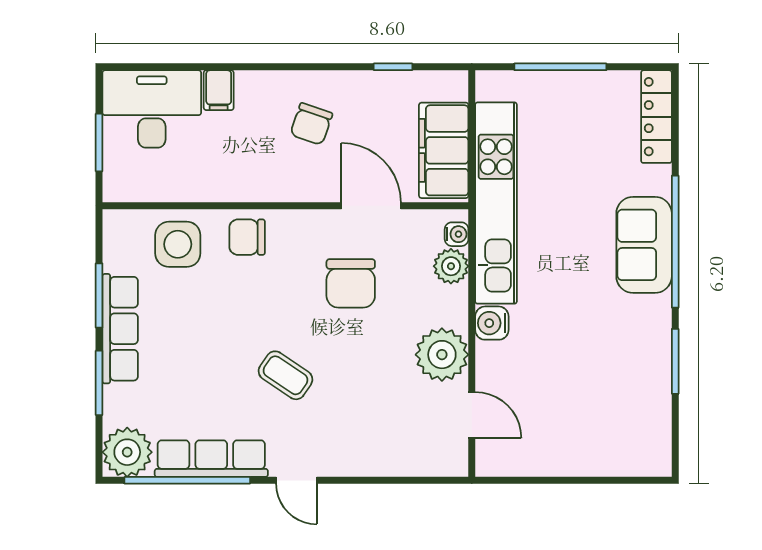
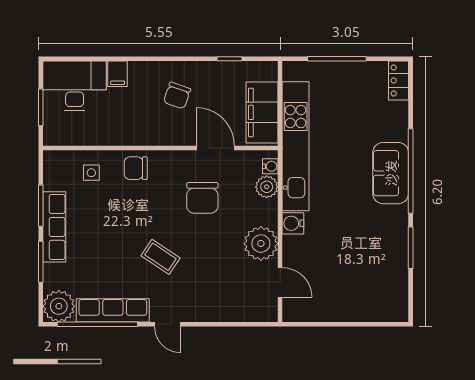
locker: (656, 117) -> (399, 81), width x0.66
side table: (178, 244) -> (91, 173), width x0.54, depth x0.54

